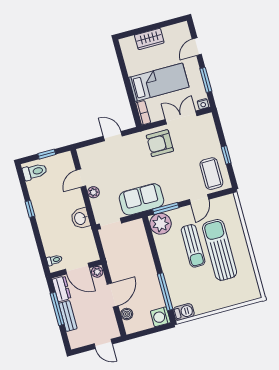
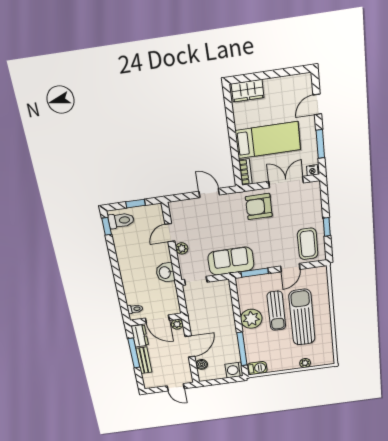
wardrobe: (149, 39) -> (248, 91), moved
window: (30, 209) -> (107, 226), moved
plant: (161, 224) -> (251, 319), moved
plant: (232, 300) -> (305, 363), added

